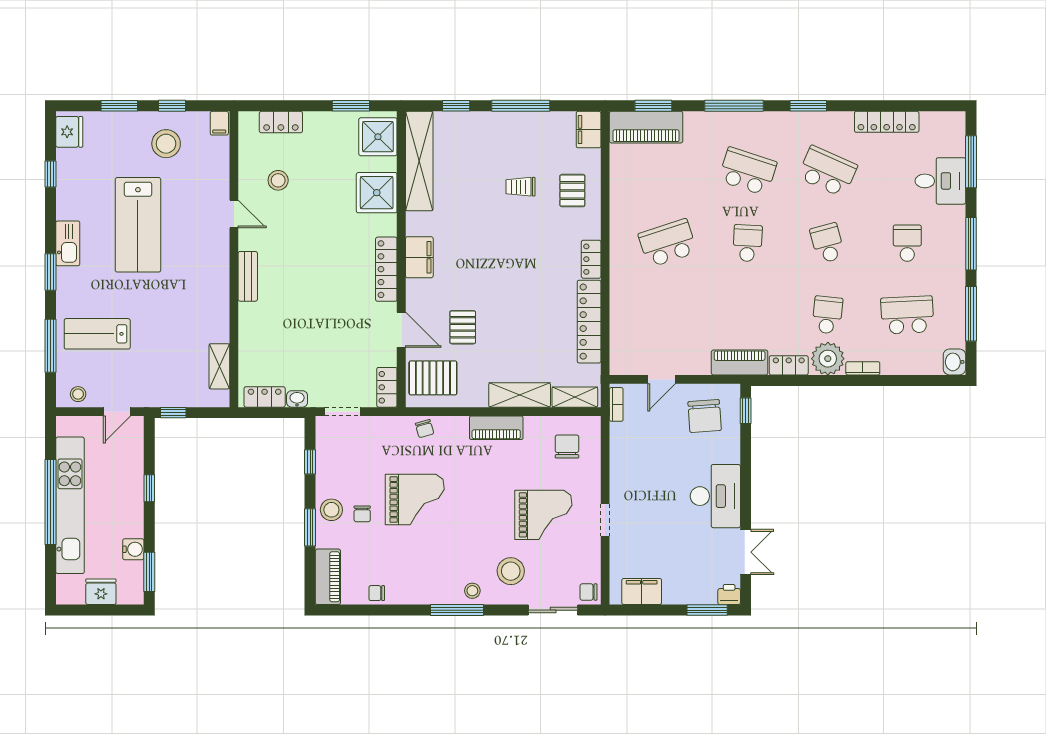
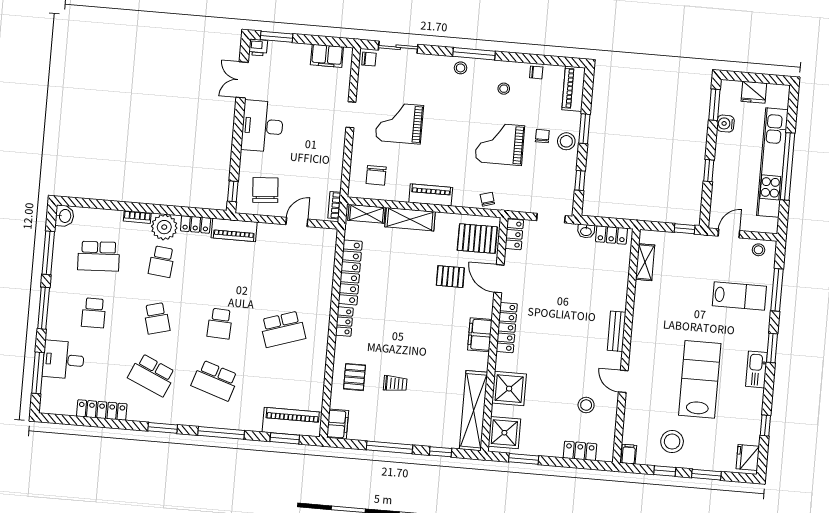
pallet: (463, 327) -> (450, 277), turned 90
stool: (511, 571) -> (504, 89), moved, width x0.53, depth x0.53

